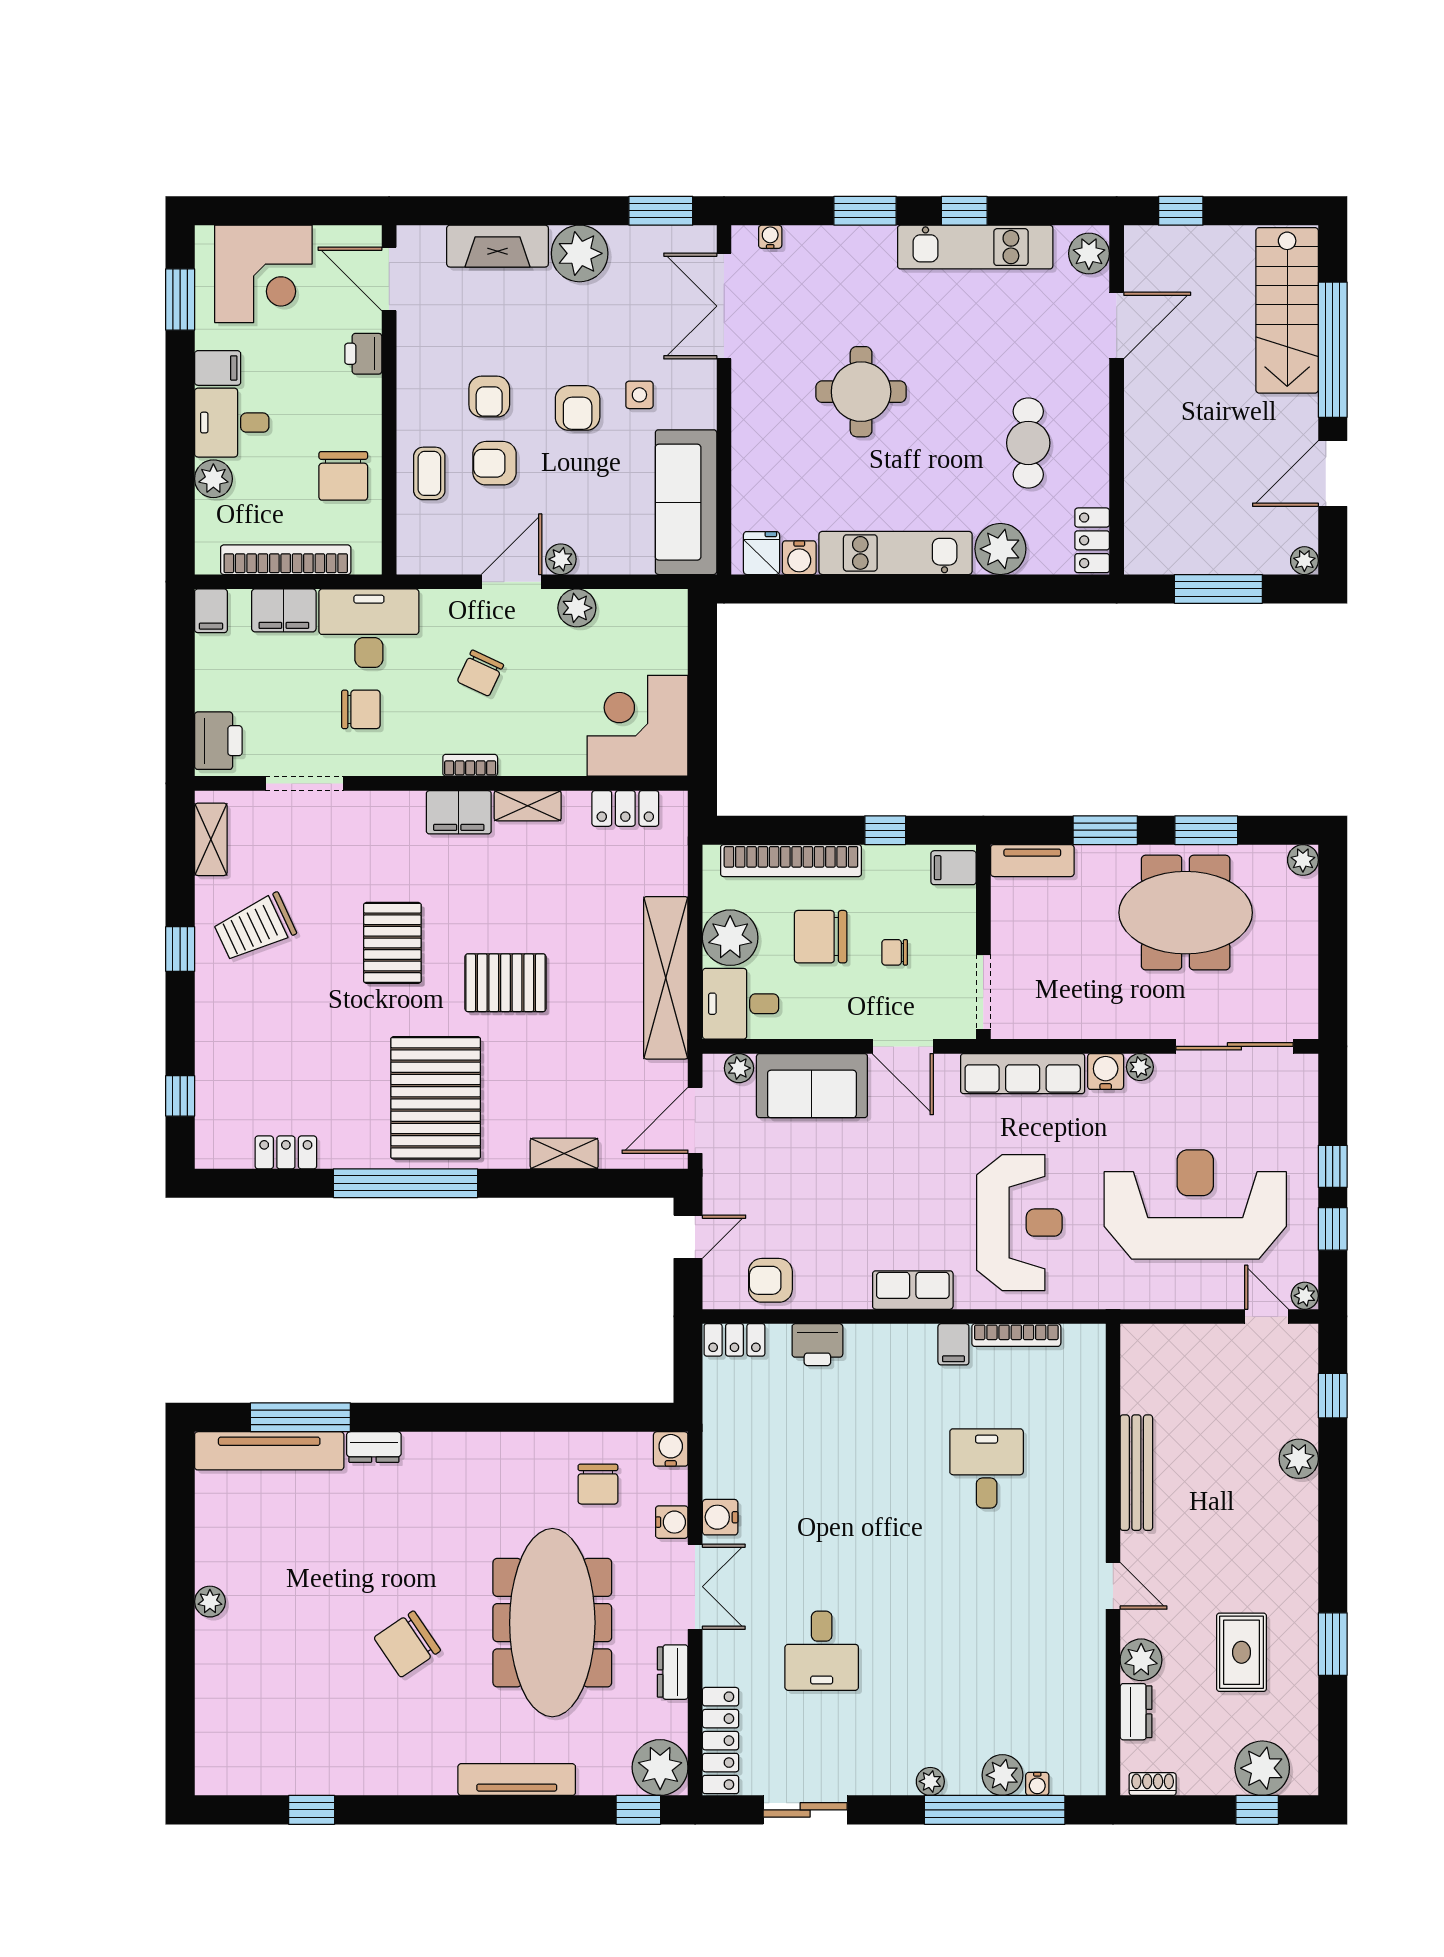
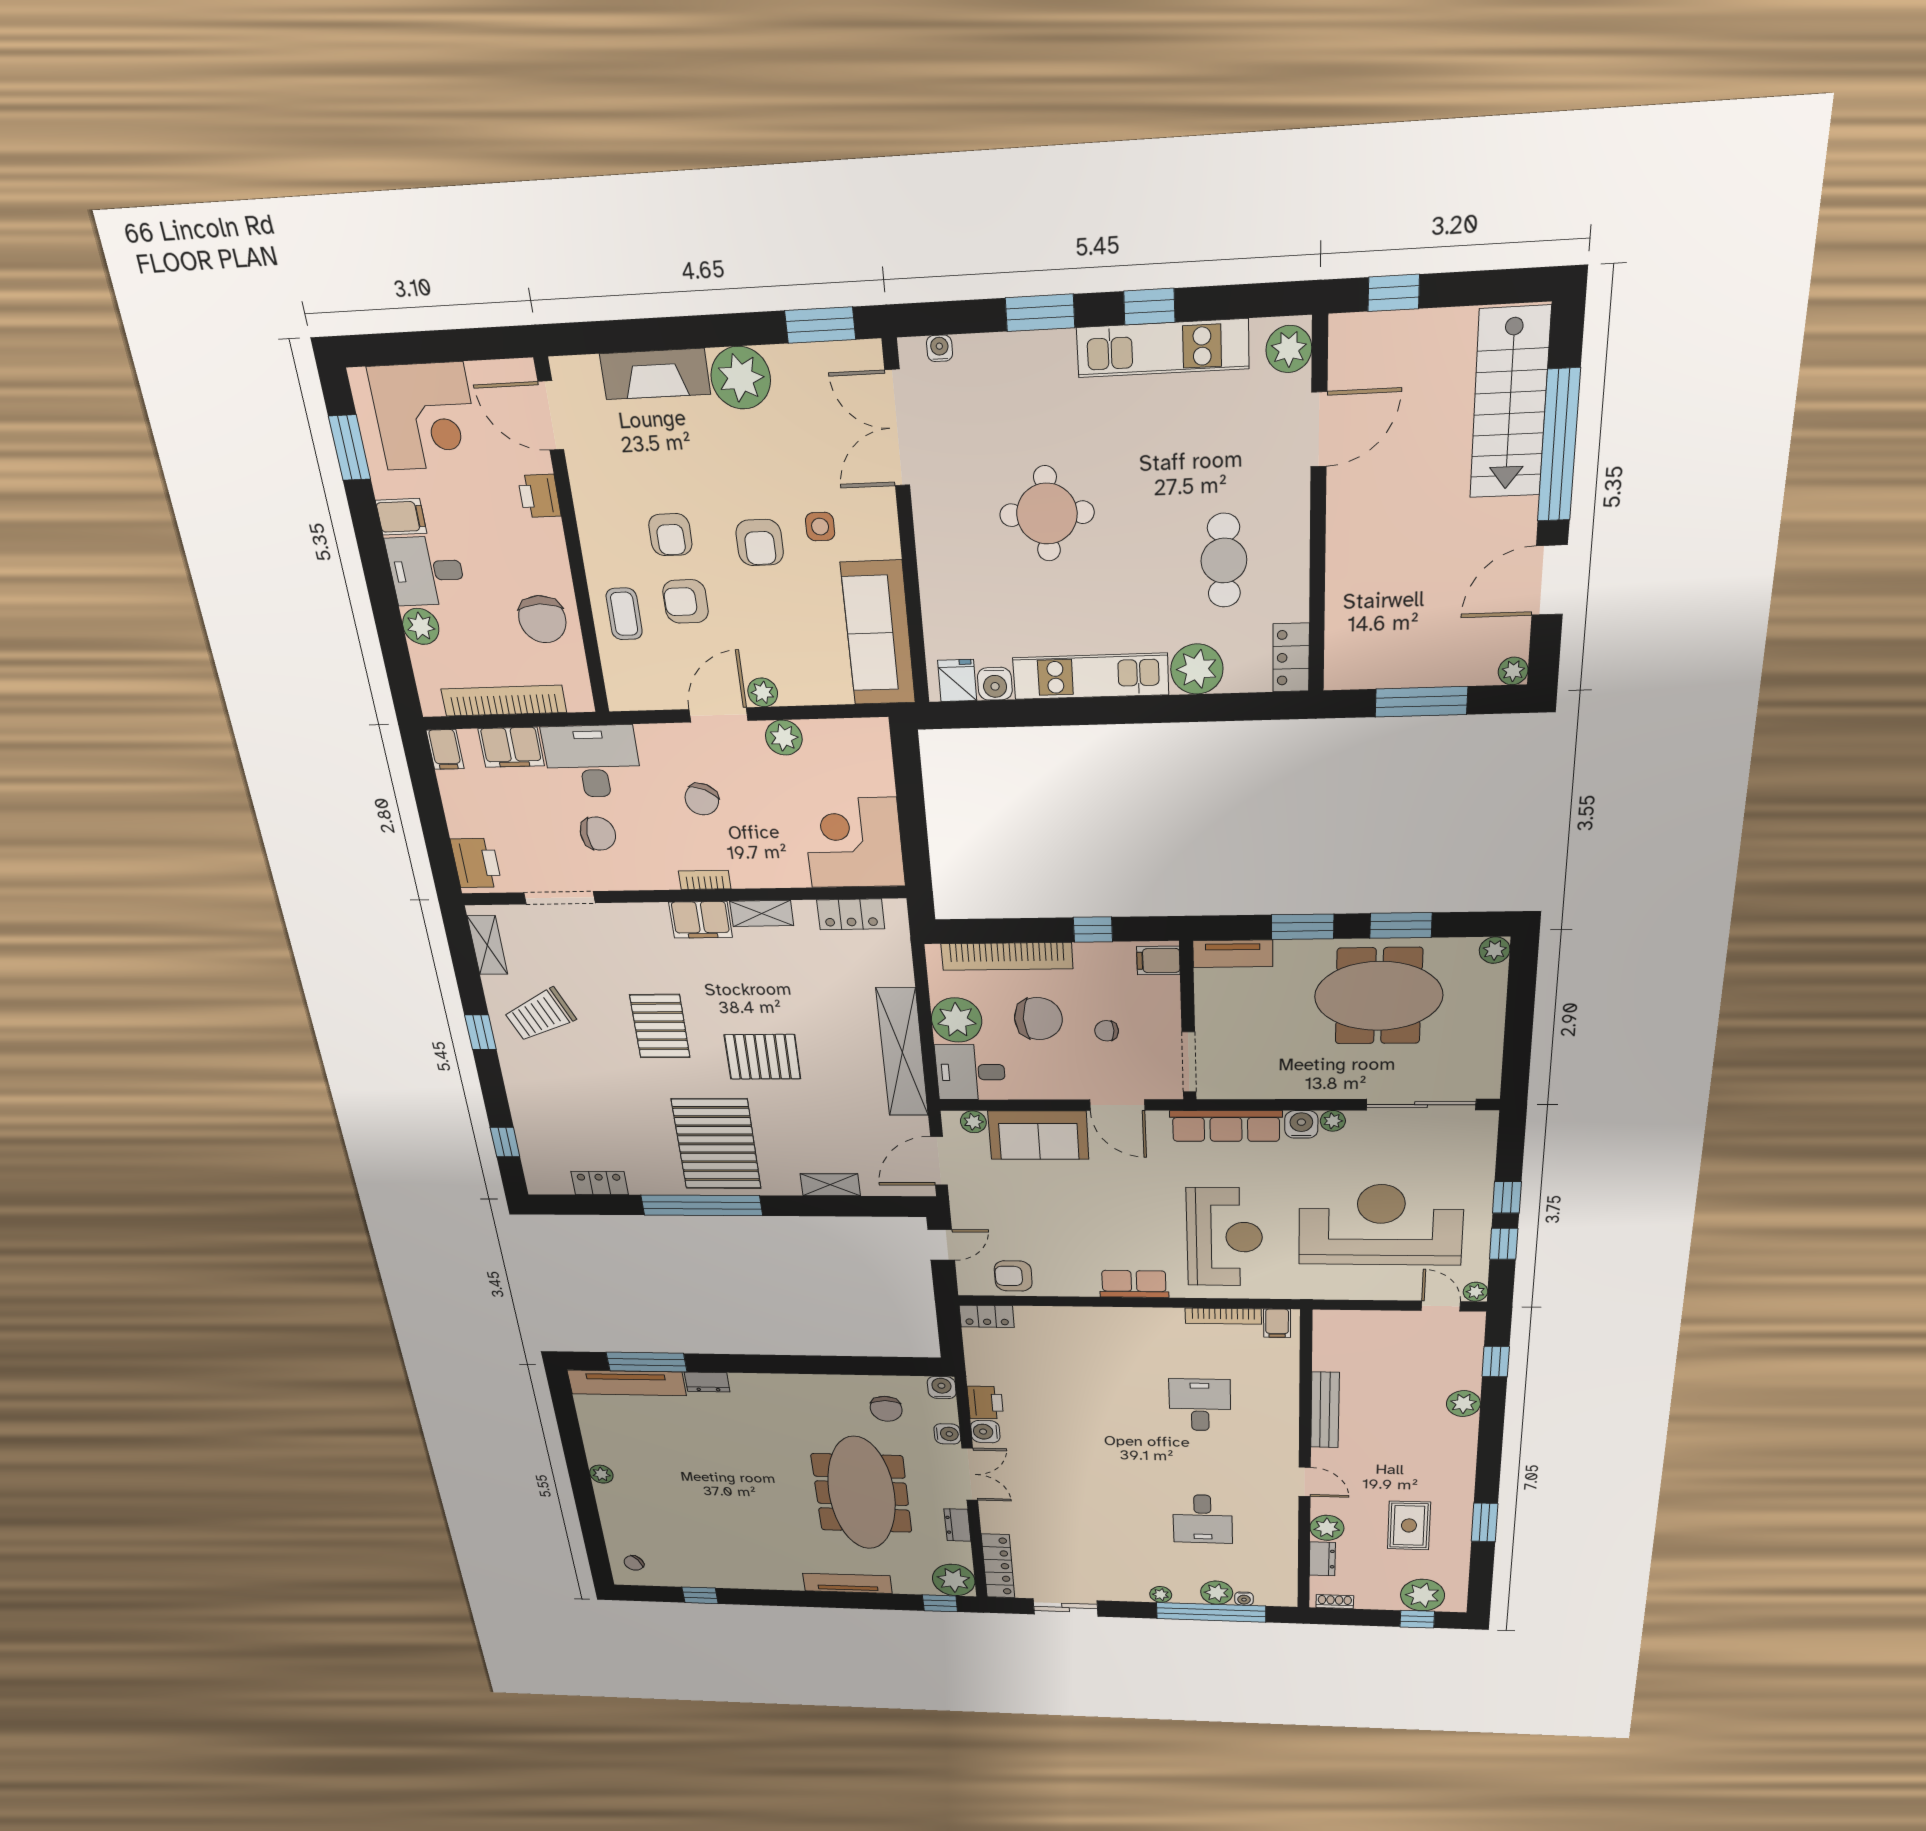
chair: (821, 937) -> (1038, 1019), turned 180
filing cabinet: (953, 1344) -> (1277, 1323), moved
printer: (817, 1345) -> (985, 1403), moved, turned -90
chair: (407, 1644) -> (634, 1563), moved, width x0.54, depth x0.54
desk: (822, 1651) -> (1203, 1519), moved

